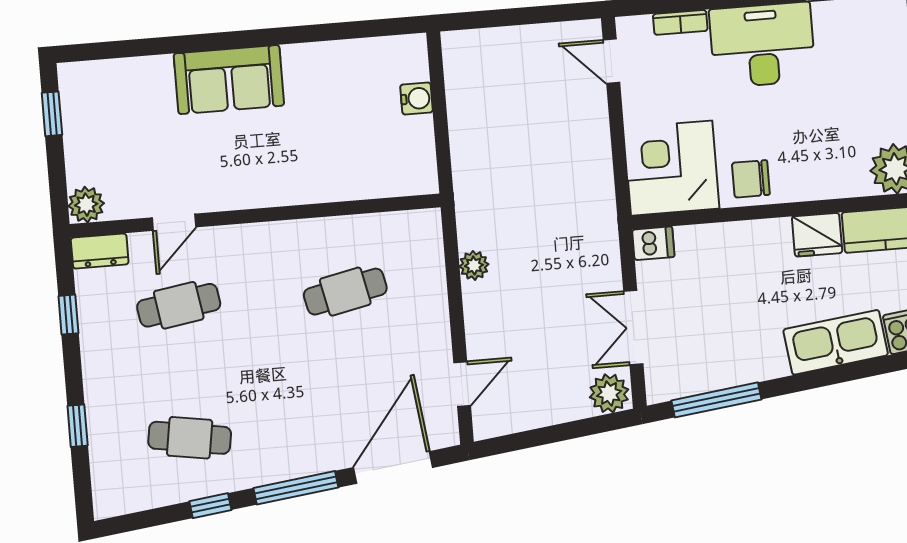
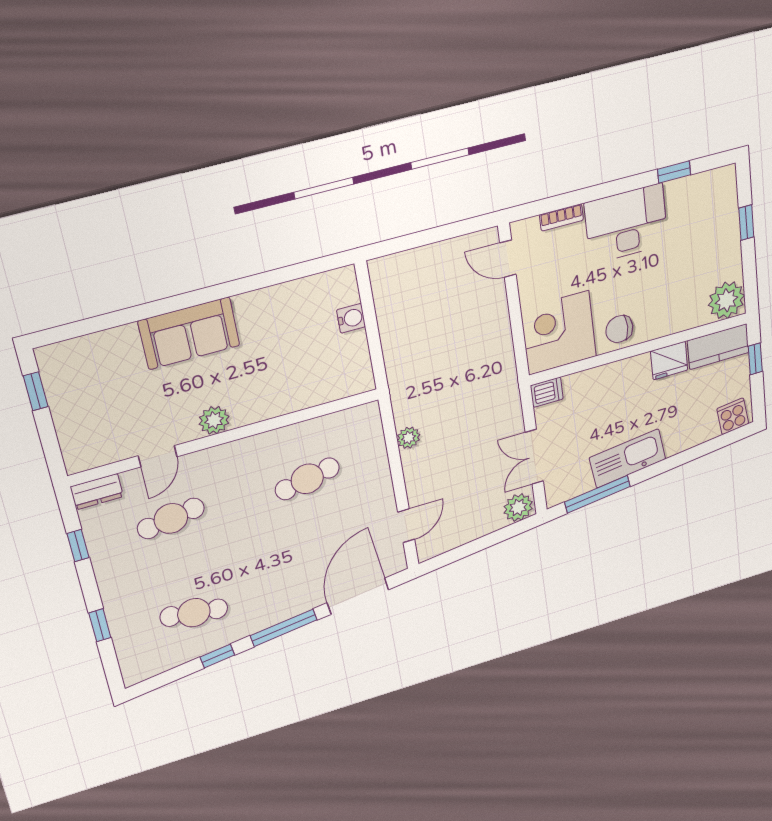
plant: (86, 205) -> (214, 420), moved
kitchen sink: (836, 342) -> (628, 458), moved

